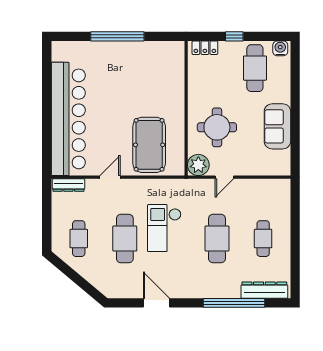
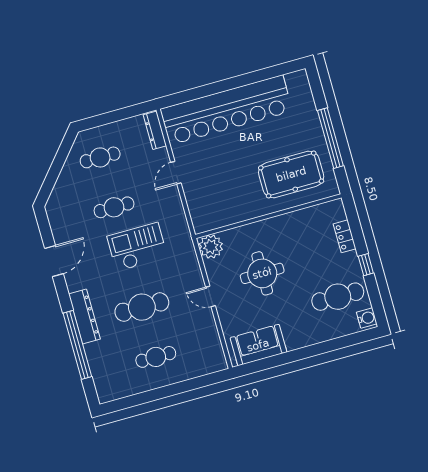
wall: (186, 108) -> (268, 216), moved
sofa: (277, 126) -> (258, 345), moved
pool table: (149, 145) -> (291, 174), moved
plant: (198, 165) -> (211, 247), moved
door: (110, 177) -> (176, 173), swing flipped
cafe table: (125, 239) -> (114, 207), width x0.73, depth x0.74
dresser: (264, 290) -> (84, 316), moved

